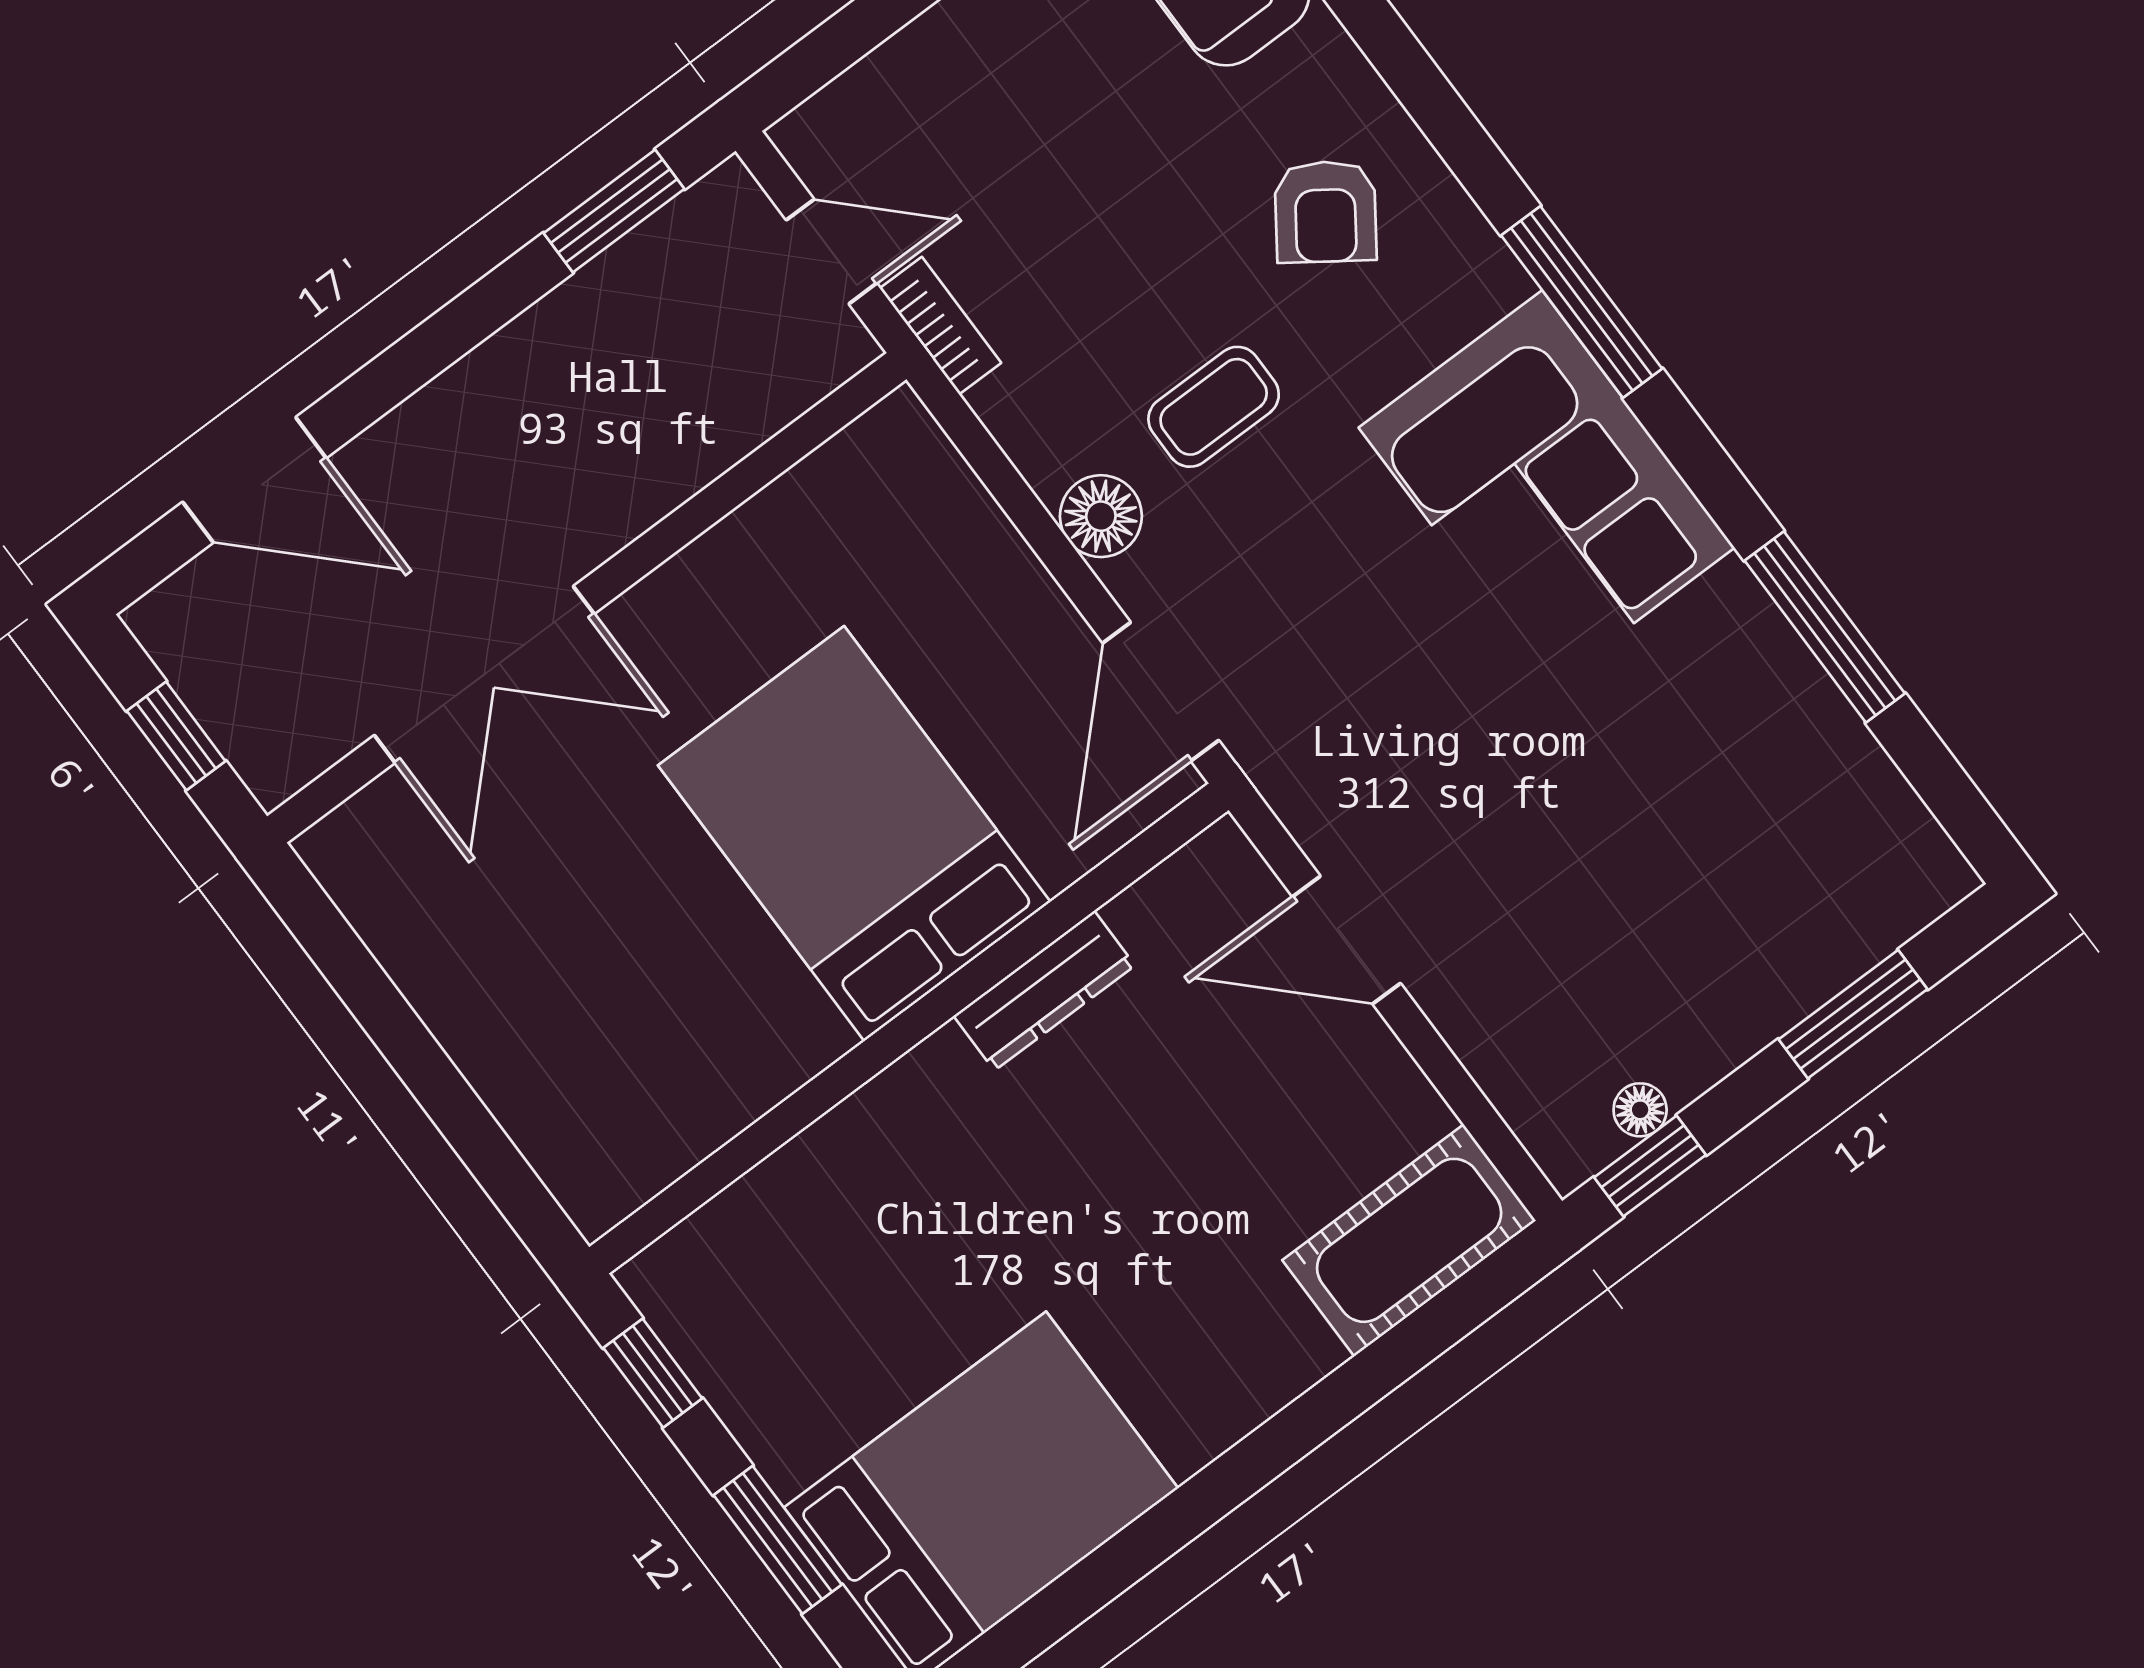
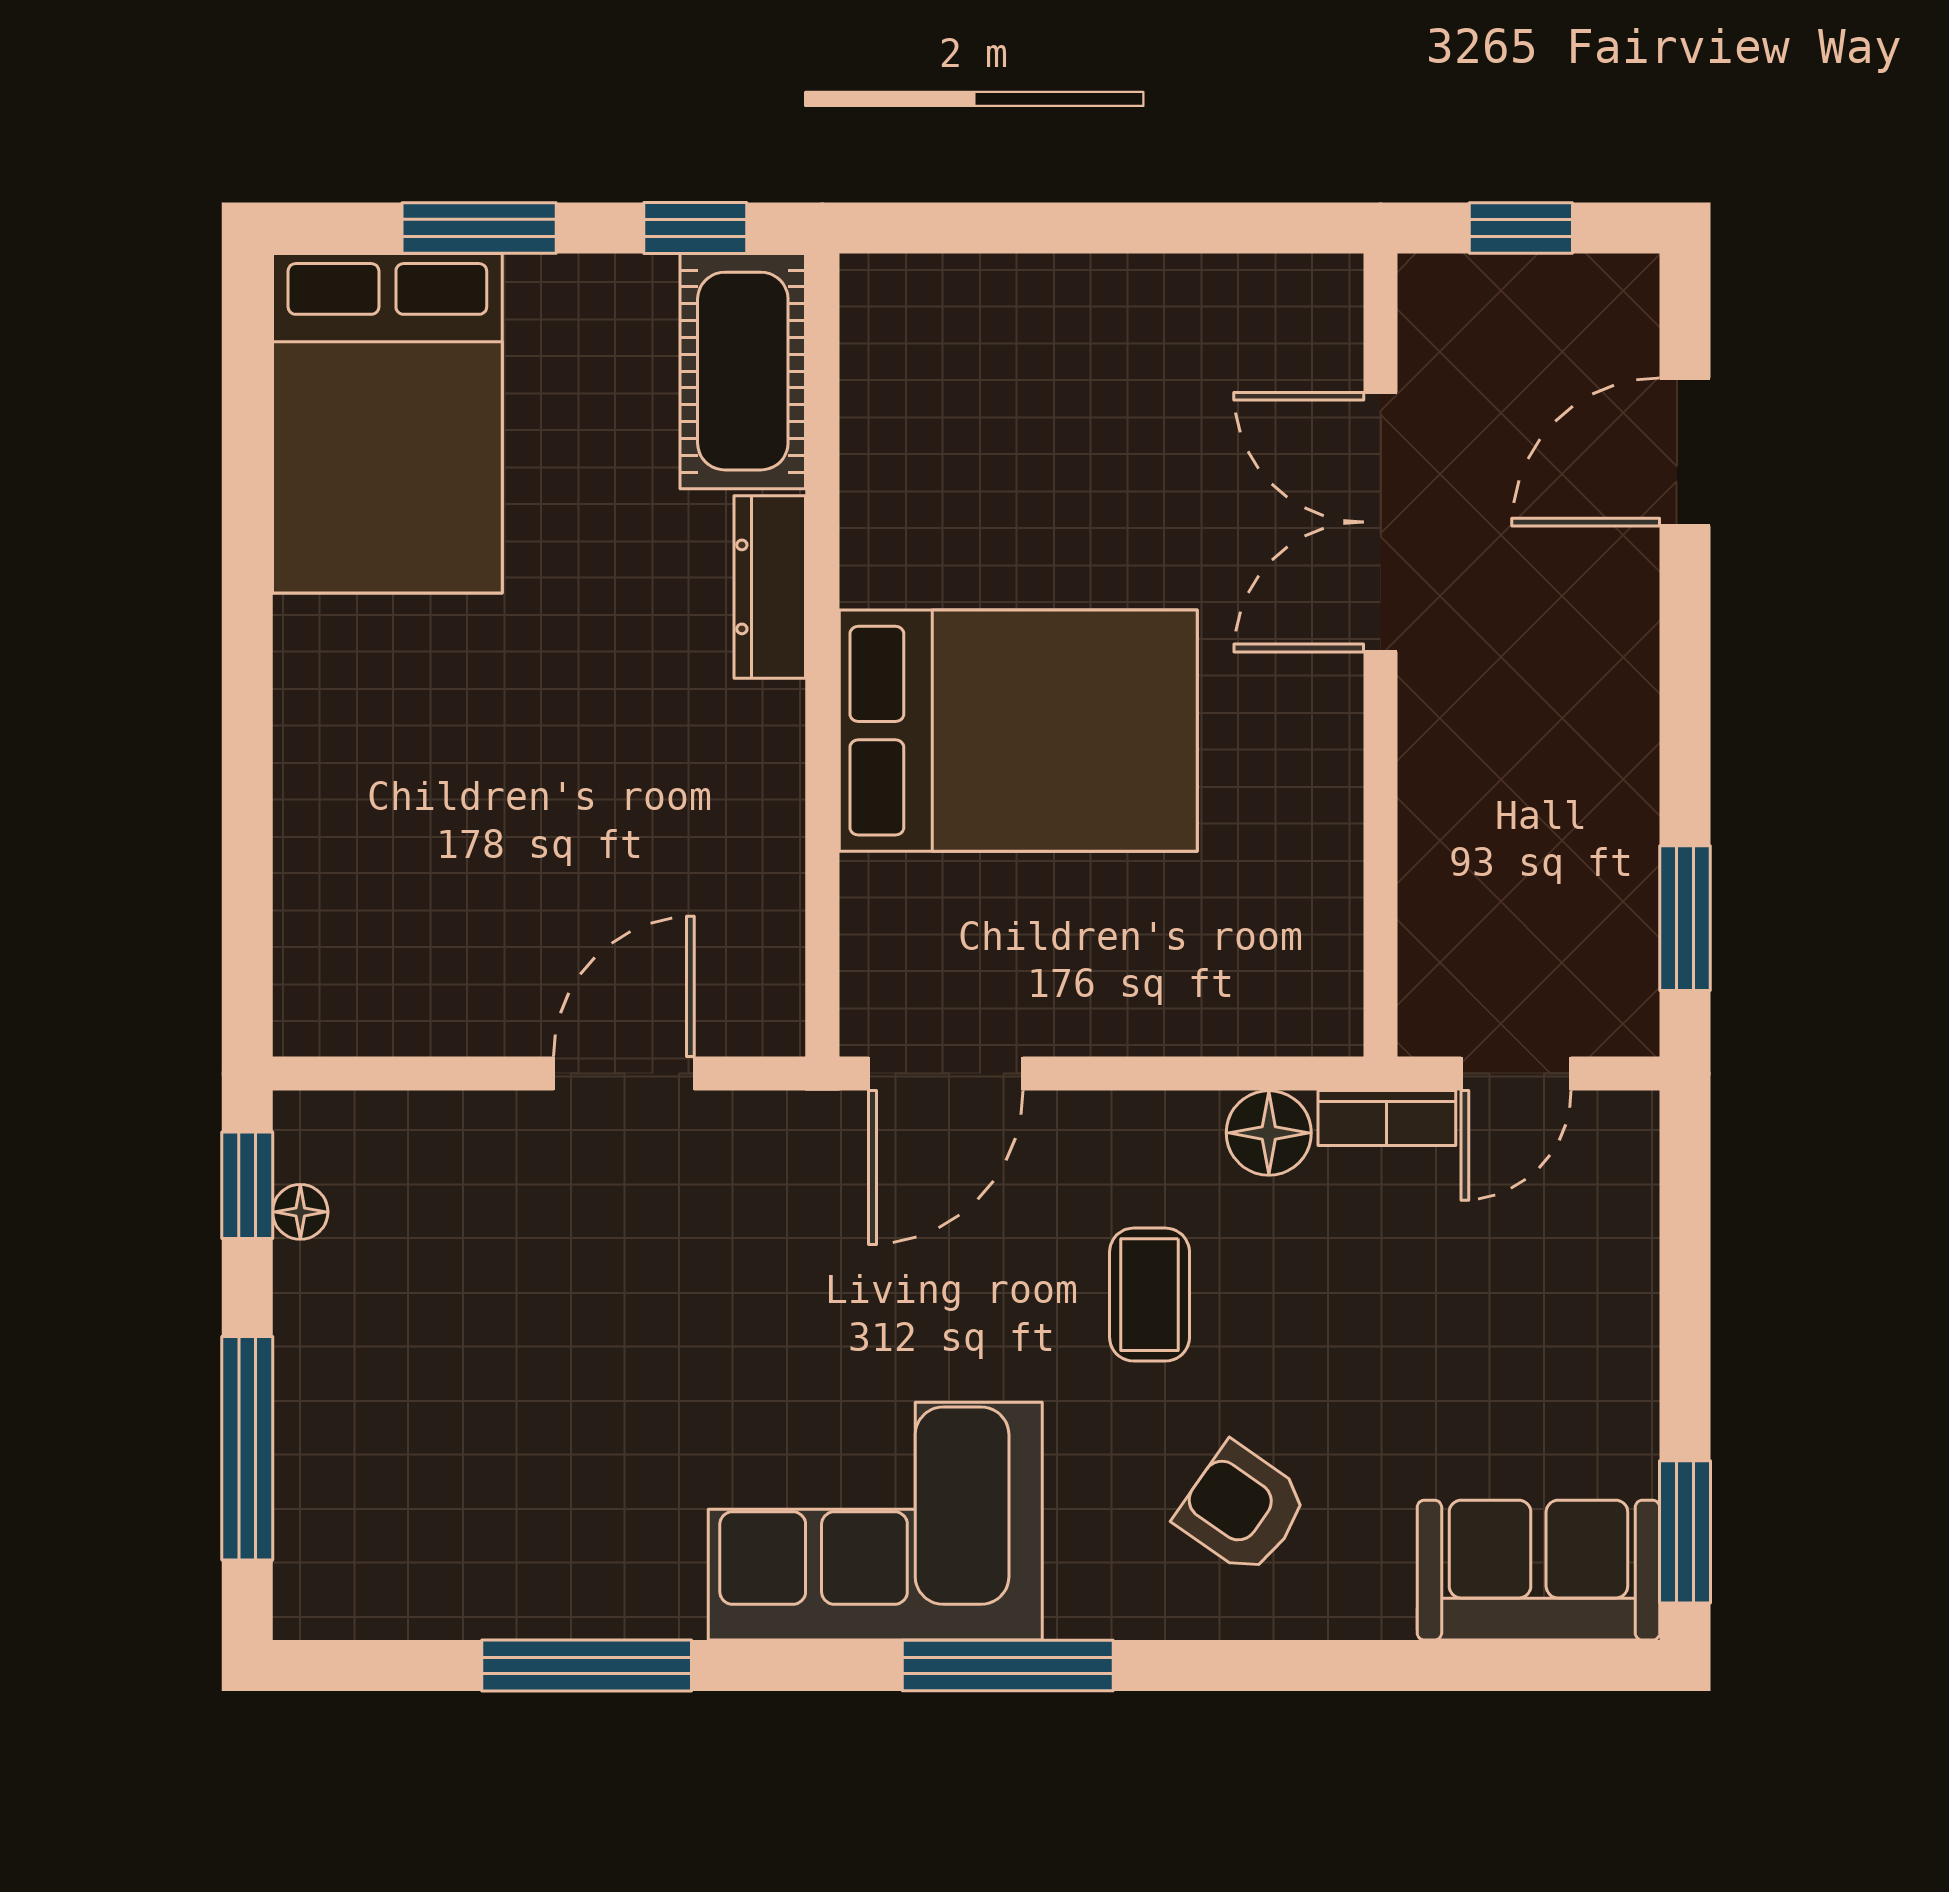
floor lamp: (1101, 516) -> (1269, 1133), moved
door: (1161, 692) -> (946, 1074), swing flipped
dresser: (1044, 991) -> (770, 587), moved
window: (1853, 1014) -> (247, 1448), width x1.44
cot: (1409, 1240) -> (743, 371), moved

